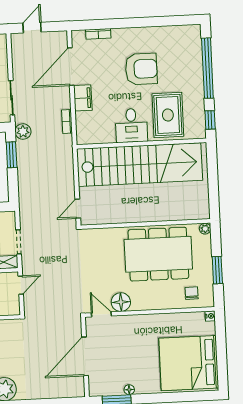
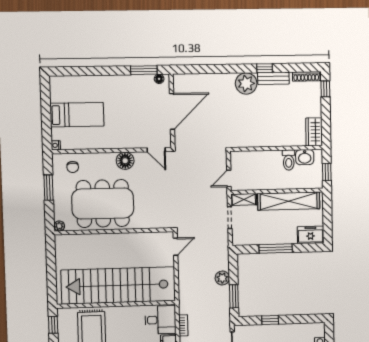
desk: (131, 125) -> (160, 320), moved, turned 90
plant: (23, 132) -> (222, 278), moved
floor lamp: (121, 302) -> (125, 161), moved
bed: (189, 363) -> (77, 115), width x0.49
floor lamp: (129, 390) -> (159, 79), moved

